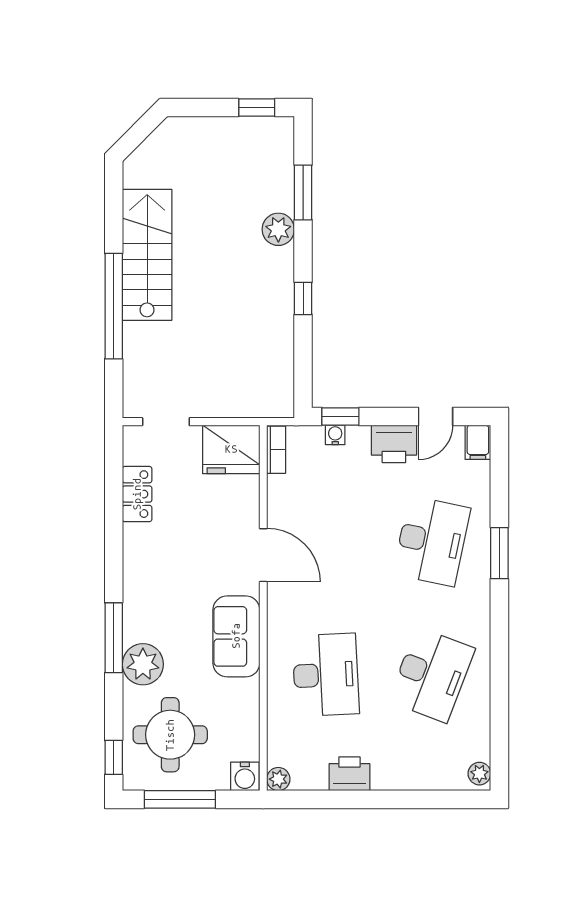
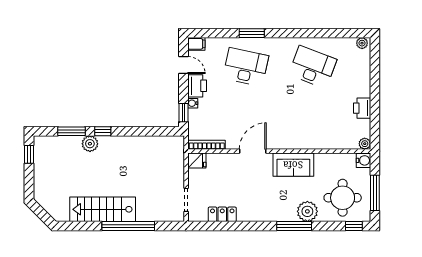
window: (303, 298) -> (103, 131), moved
water cooler: (335, 435) -> (193, 103), moved
fridge: (231, 449) -> (197, 161), width x0.53, depth x0.75
bookcase: (276, 450) -> (207, 145), width x1.56
desk: (326, 675) -> (313, 120), removed

